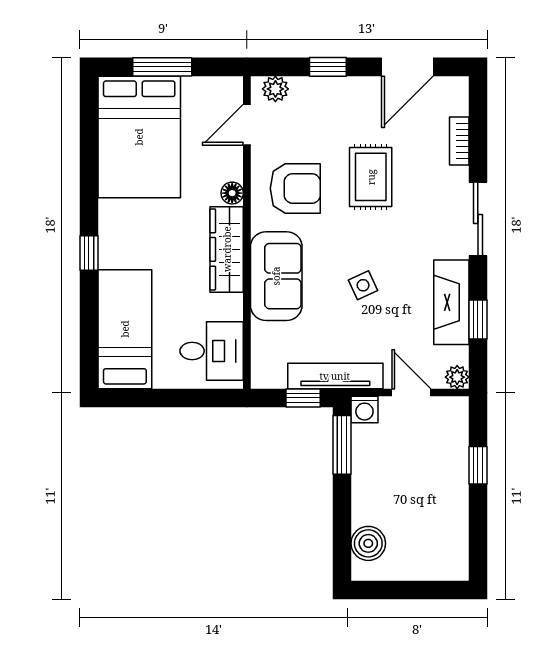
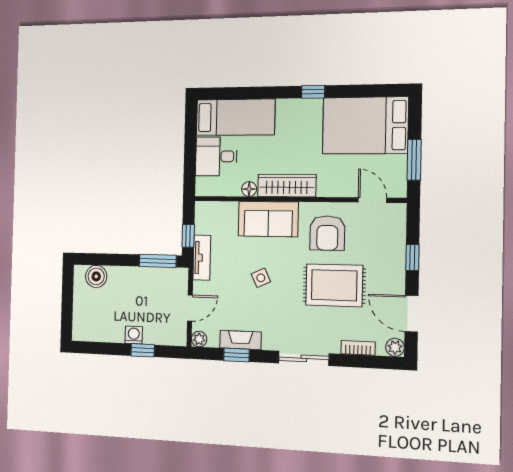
window: (162, 67) -> (414, 160), moved
plant: (275, 89) -> (395, 347), moved
rug: (371, 177) -> (334, 285), width x1.36, depth x1.43
floor lamp: (232, 193) -> (249, 189), moved
window: (89, 253) -> (313, 92), moved
fireplace: (451, 302) -> (240, 340), width x0.73, depth x0.76
desk: (212, 351) -> (216, 156), moved, turned 90
tv unit: (335, 376) -> (202, 258), width x0.71
washing machine: (364, 409) -> (134, 335), moved, turned 90

